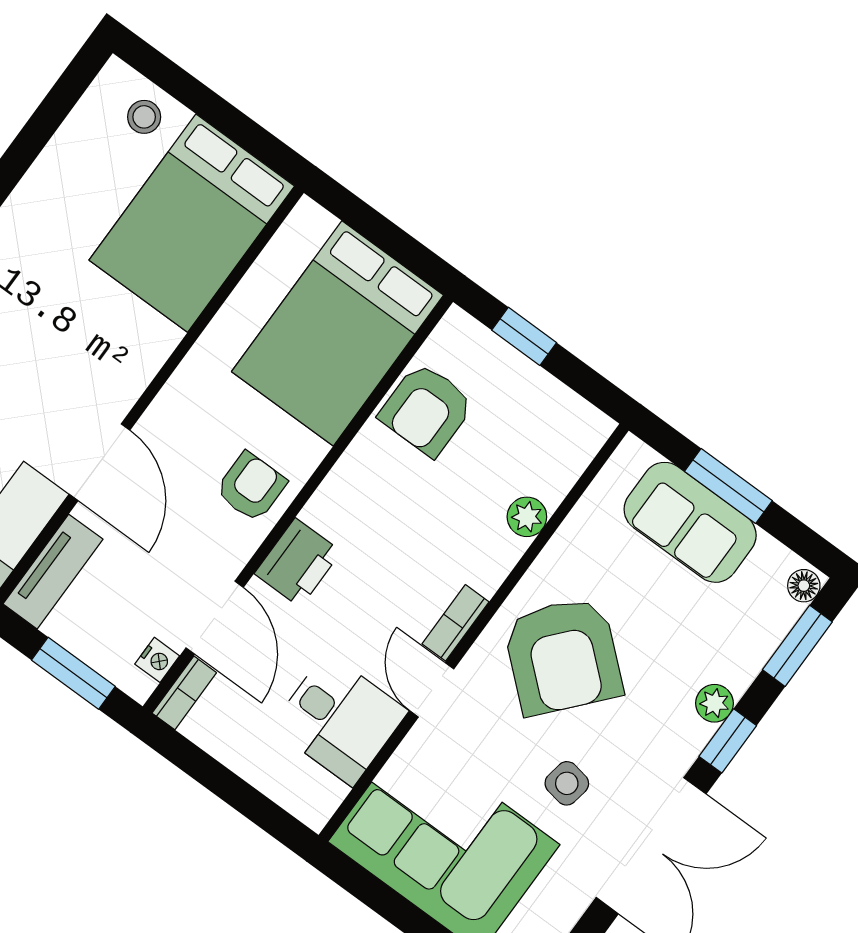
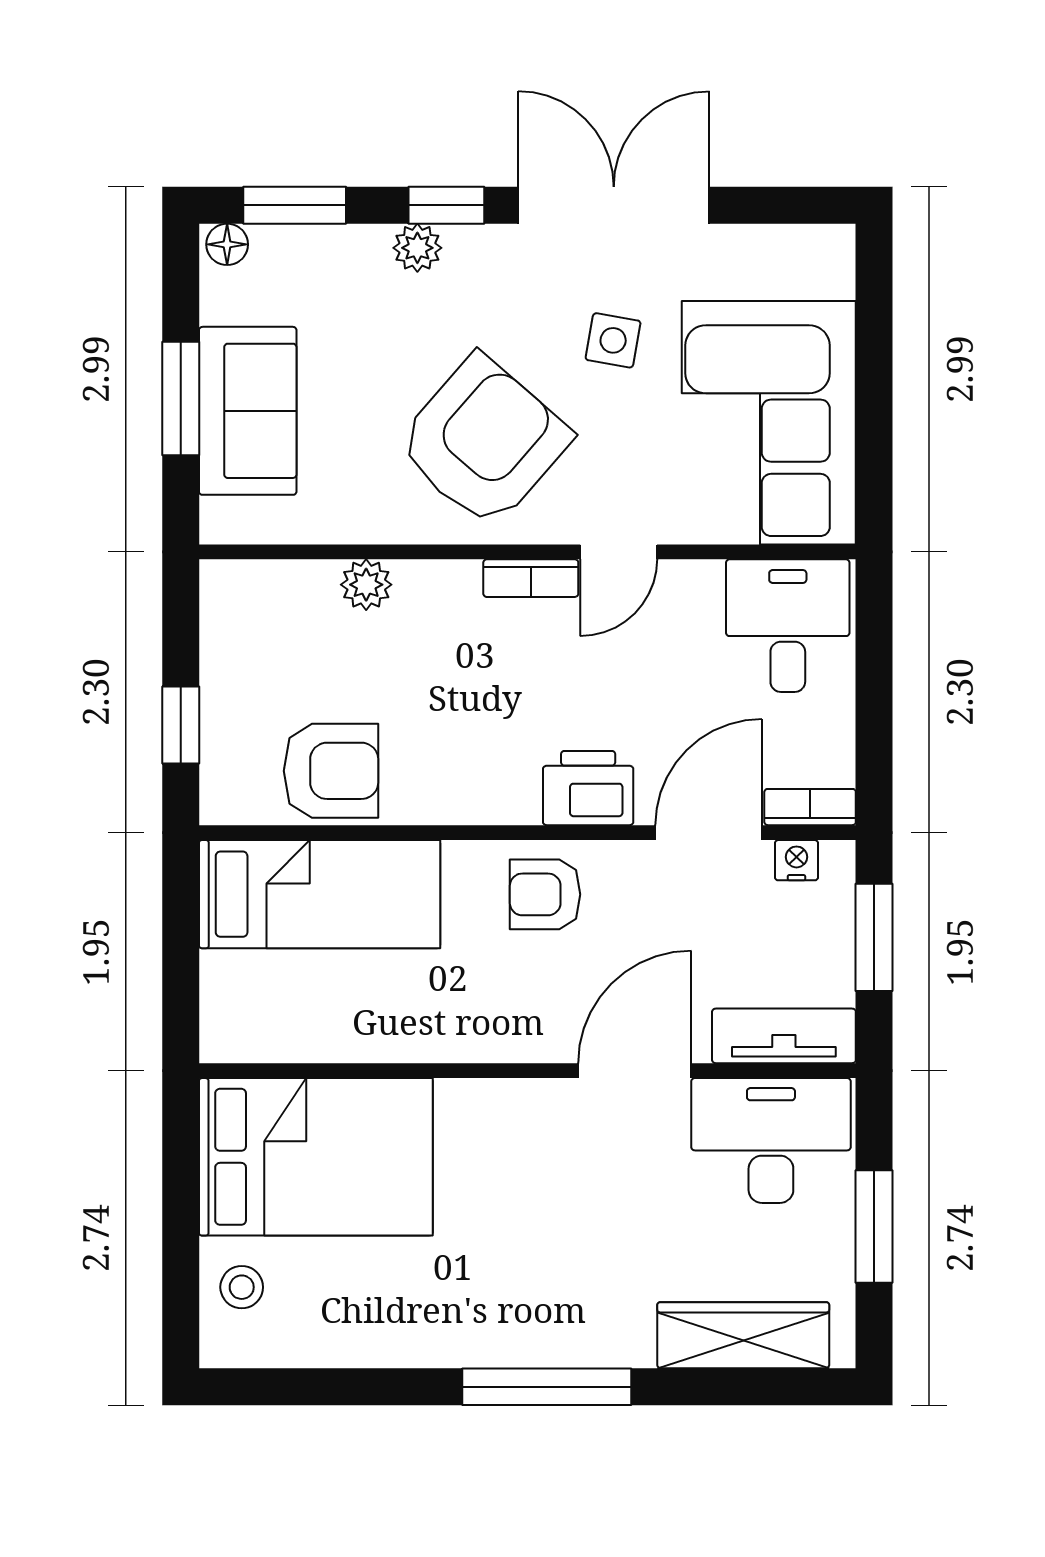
bed: (338, 333) -> (320, 894), width x0.67
desk: (340, 719) -> (788, 626), moved

